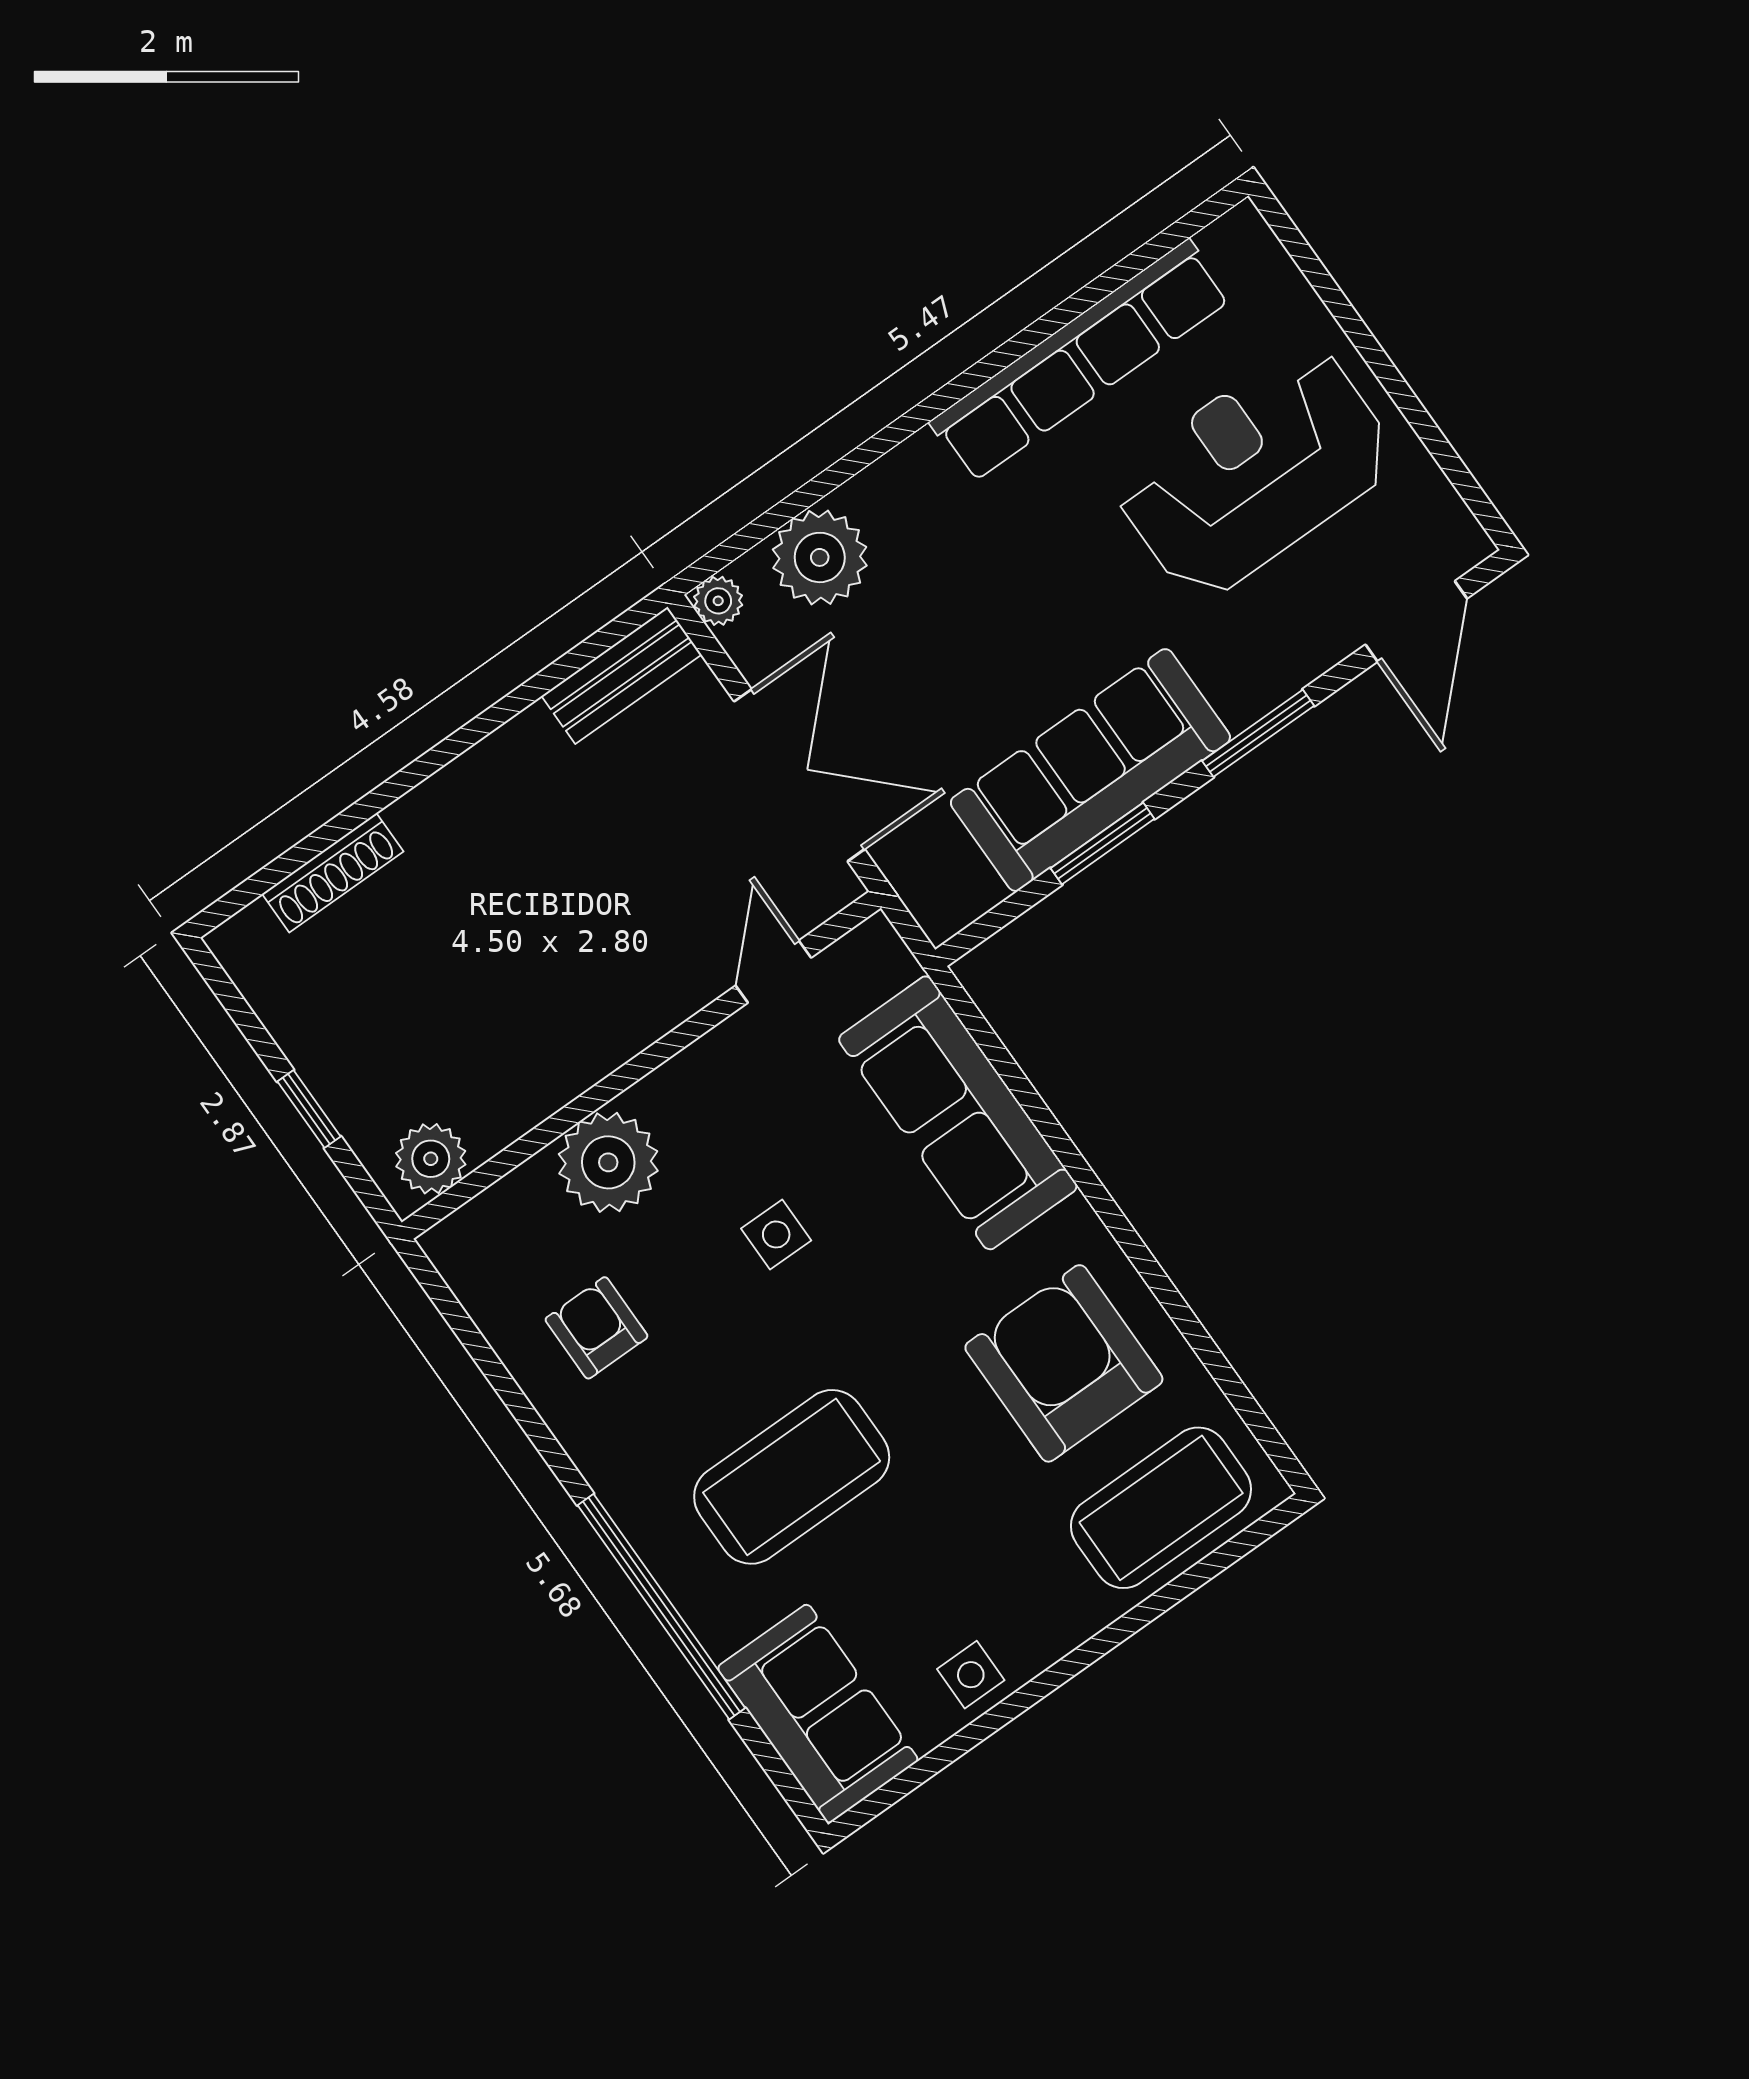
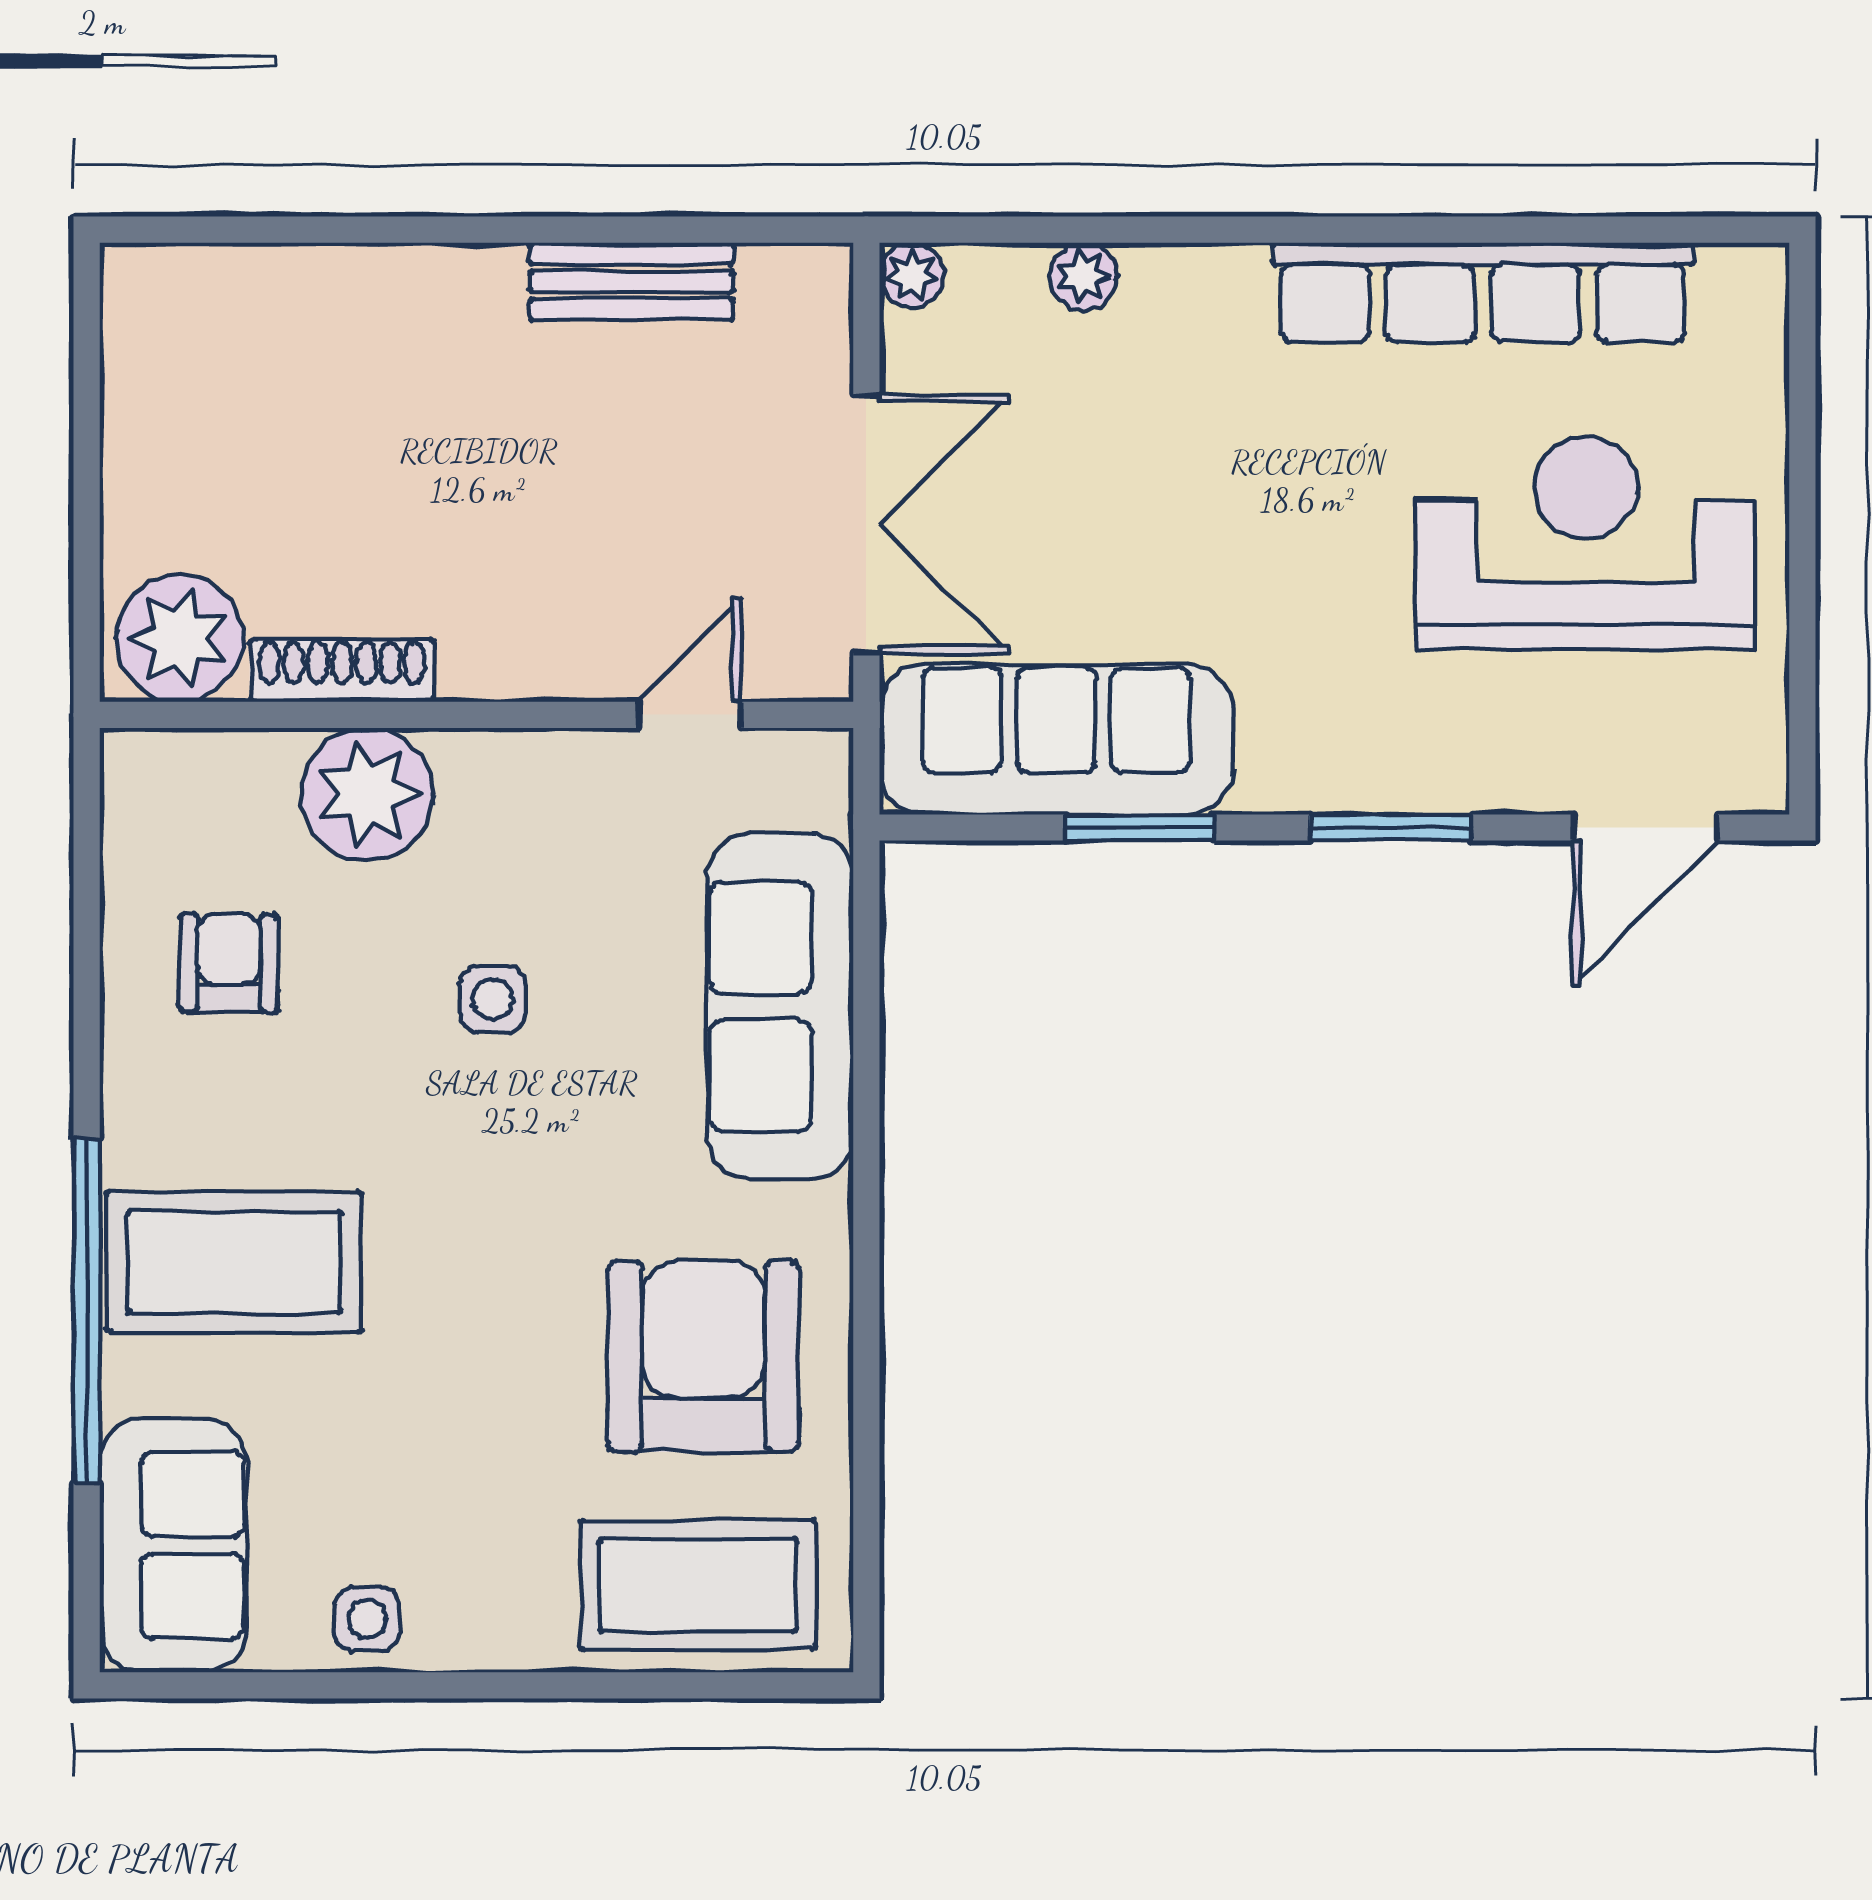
plant: (820, 557) -> (1083, 276), width x0.53, depth x0.53
bench: (622, 675) -> (632, 282), moved
sofa: (1090, 770) -> (1056, 739), moved
shoe rack: (333, 873) -> (342, 671), moved, turned 180
window: (309, 1109) -> (87, 509), removed
plant: (431, 1159) -> (179, 638), width x1.36, depth x1.36
coffee table: (792, 1477) -> (234, 1262), moved

